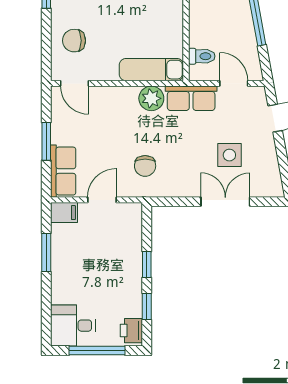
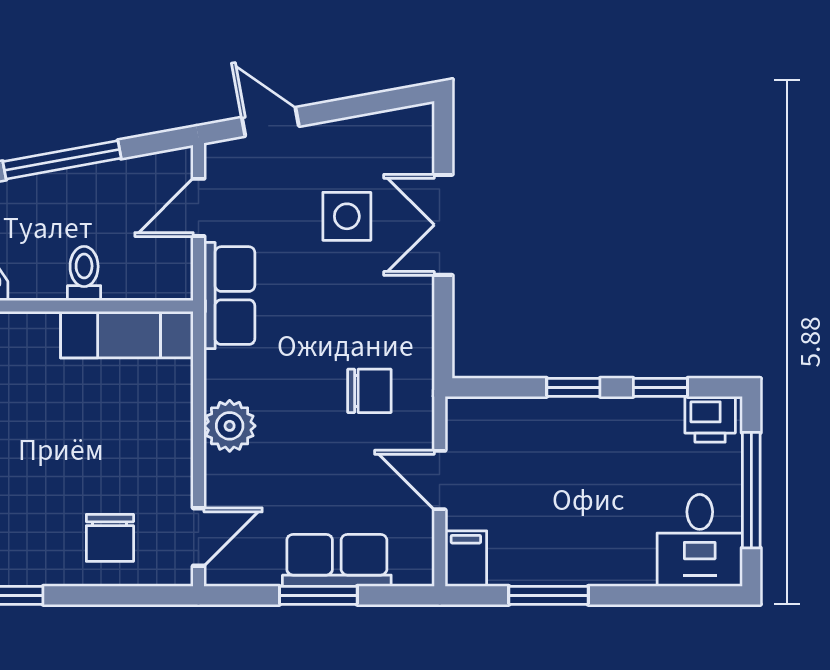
toilet: (202, 56) -> (84, 274), moved
exam couch: (151, 70) -> (127, 335), moved, turned -90
plant: (151, 98) -> (230, 426), moved
row of seats: (63, 171) -> (337, 560), moved

